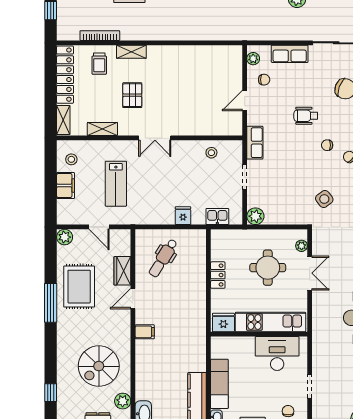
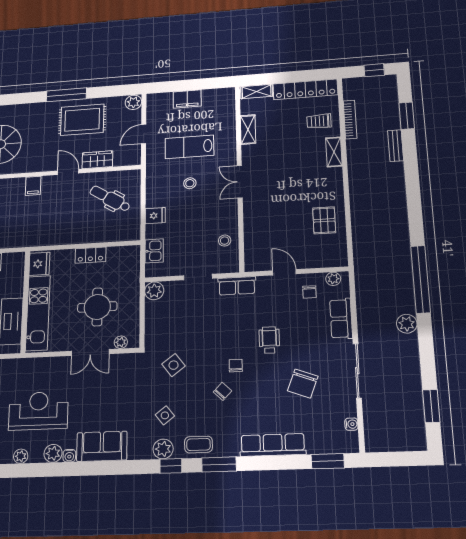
pallet: (132, 95) -> (324, 220), moved, turned 90
stool: (71, 159) -> (190, 183), moved

